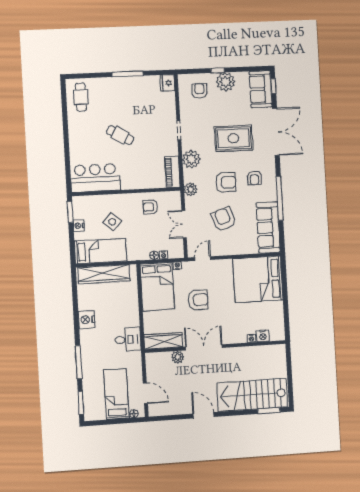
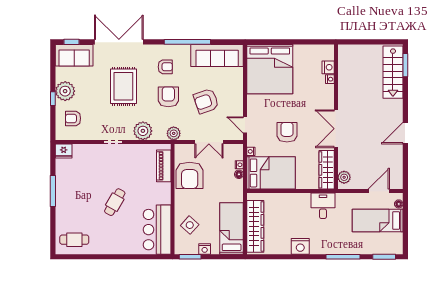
piano: (172, 172) -> (164, 166), moved, turned 90
armchair: (150, 207) -> (190, 175), width x1.88, depth x1.88
side table: (112, 222) -> (190, 225), moved
plant: (178, 357) -> (344, 177), moved
stairs: (252, 395) -> (393, 72), width x0.73, depth x0.66

